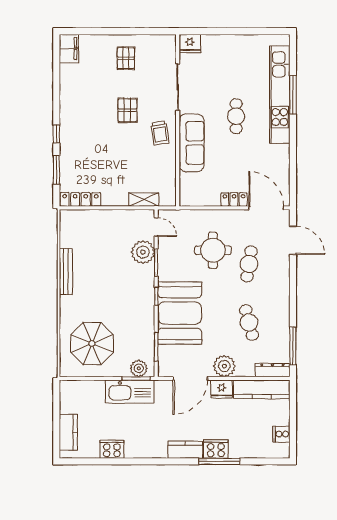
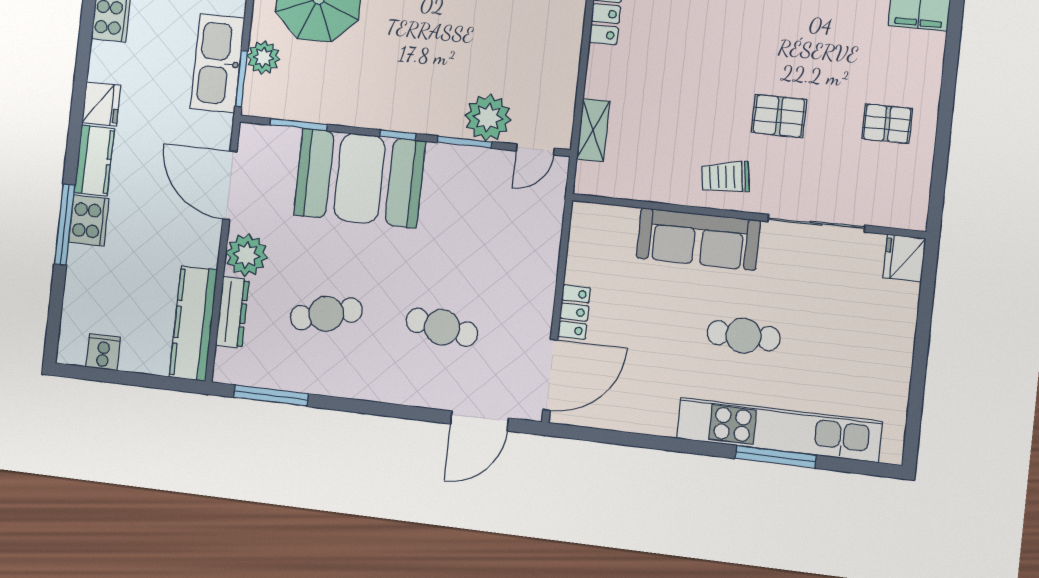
round table: (213, 250) -> (477, 258), removed
plant: (139, 368) -> (263, 58), moved
dresser: (272, 370) -> (232, 312), moved
fridge: (222, 389) -> (101, 104), moved, turned 180

